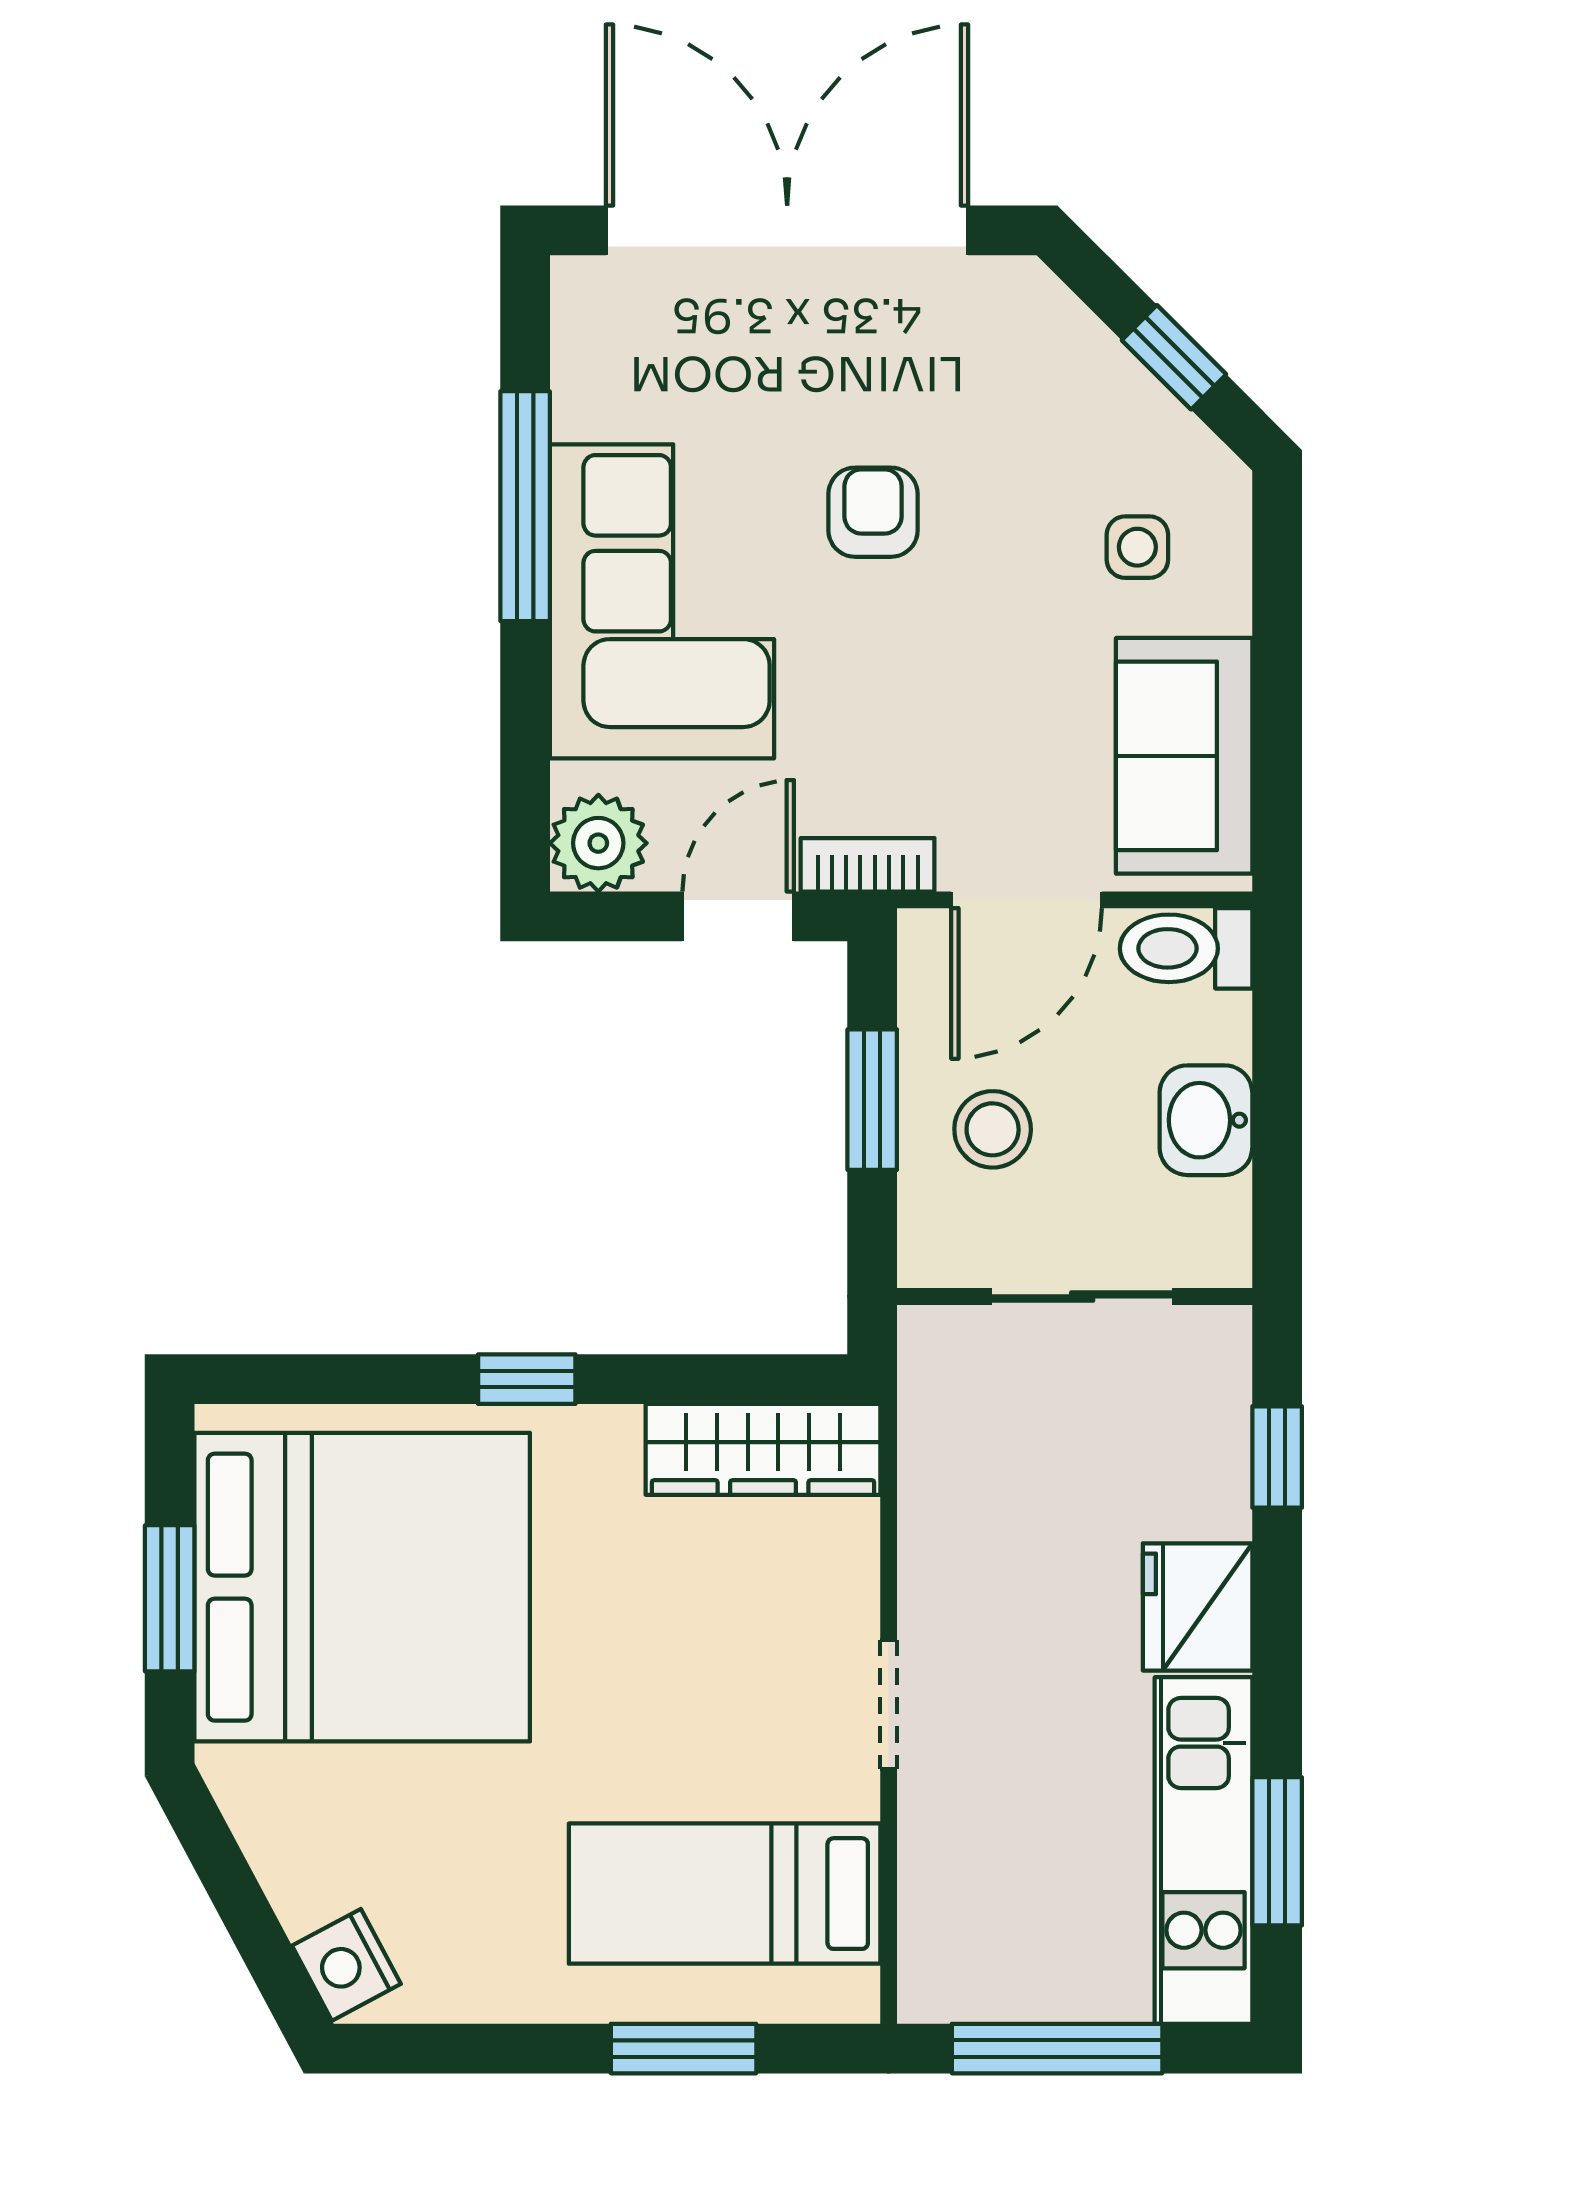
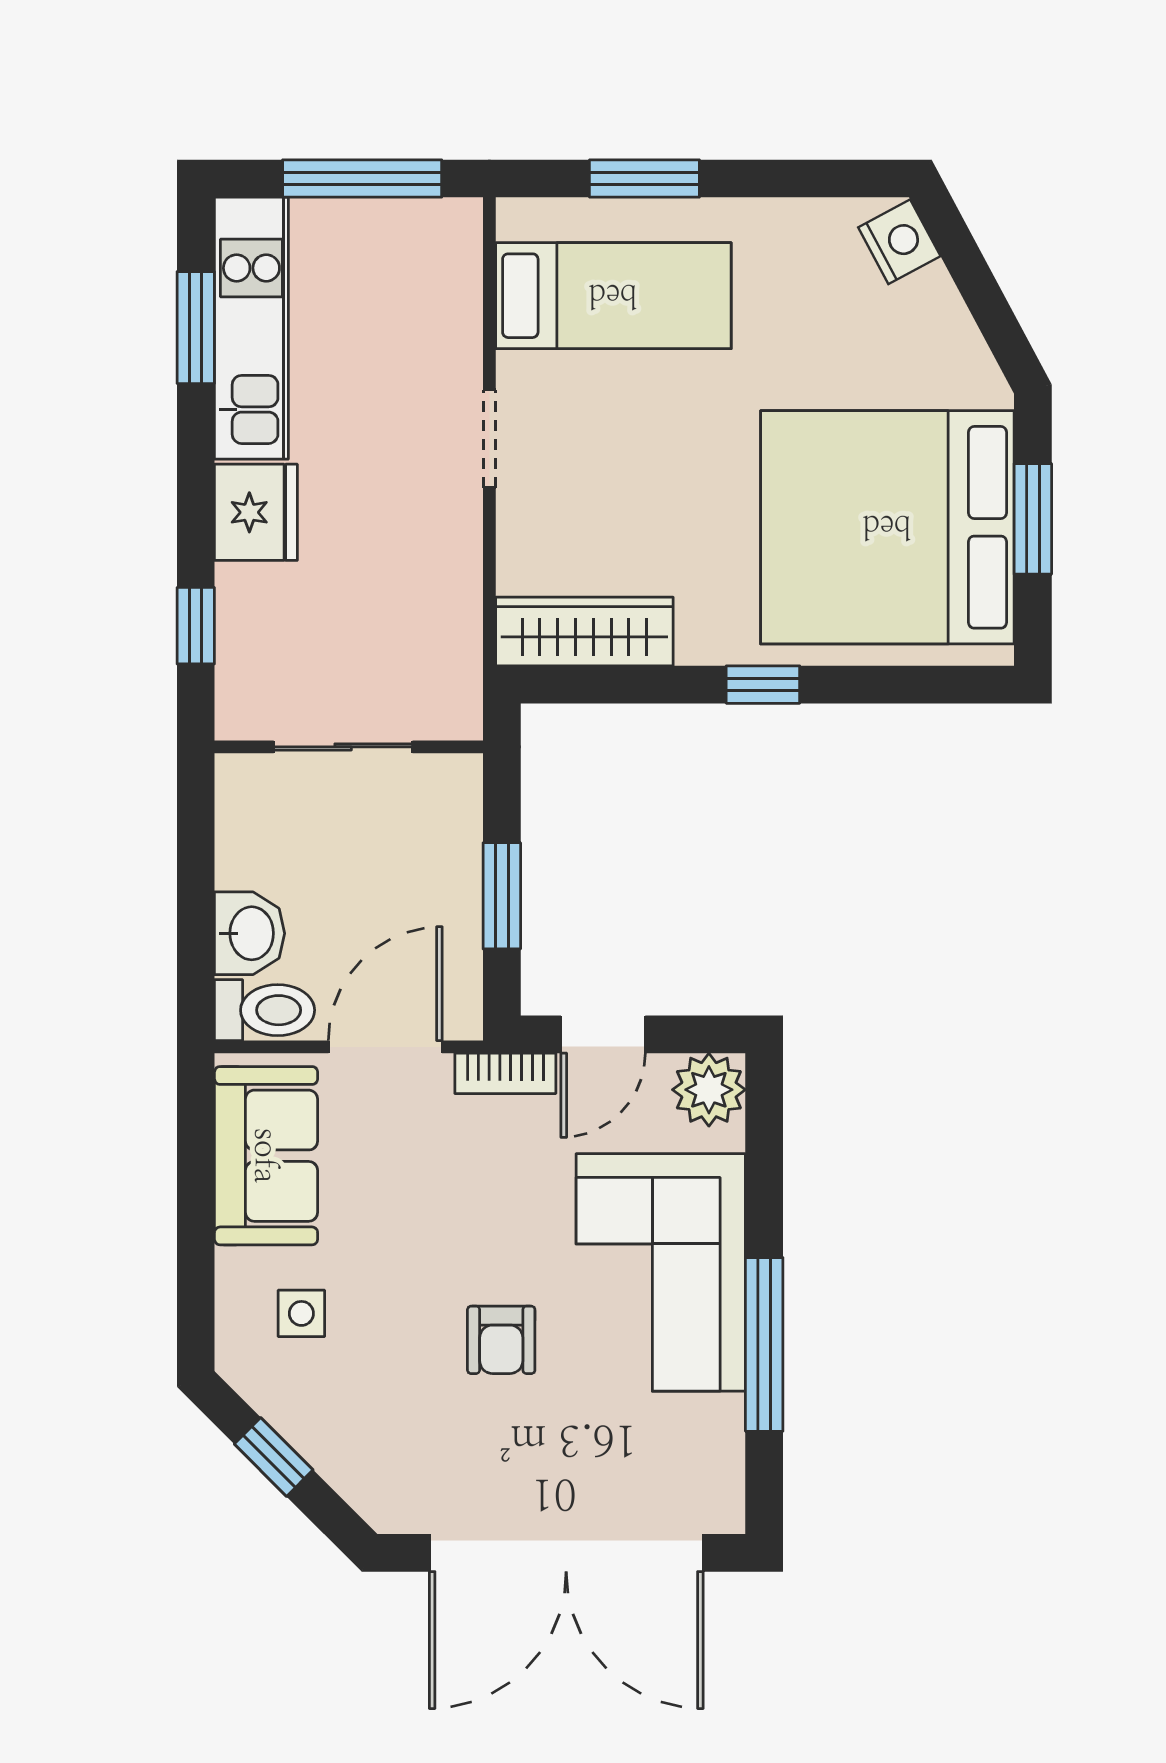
washbasin: (1206, 1120) -> (250, 933), moved
stool: (993, 1129) -> (411, 873), removed

